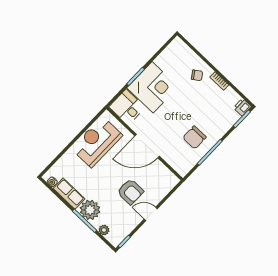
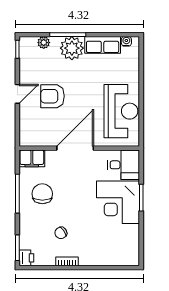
chair: (197, 75) -> (61, 233), moved
filing cabinet: (180, 165) -> (32, 158), added

